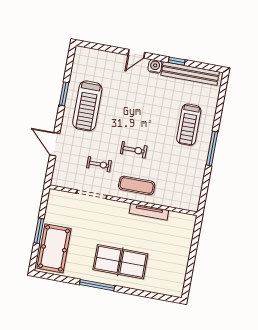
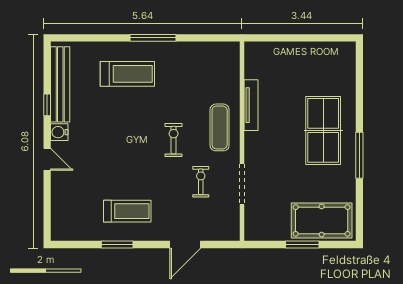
treadmill: (87, 106) -> (127, 211), width x0.73, depth x0.73

